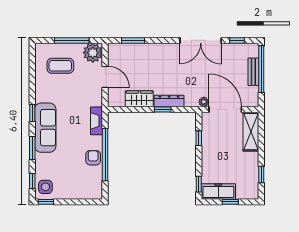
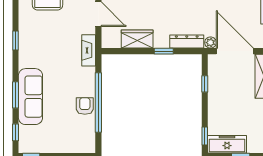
dresser: (169, 101) -> (187, 42), moved
window: (32, 113) -> (16, 40), moved
fireplace: (96, 121) -> (89, 50), moved
sofa: (45, 128) -> (30, 97), moved
side table: (45, 187) -> (31, 139), removed

